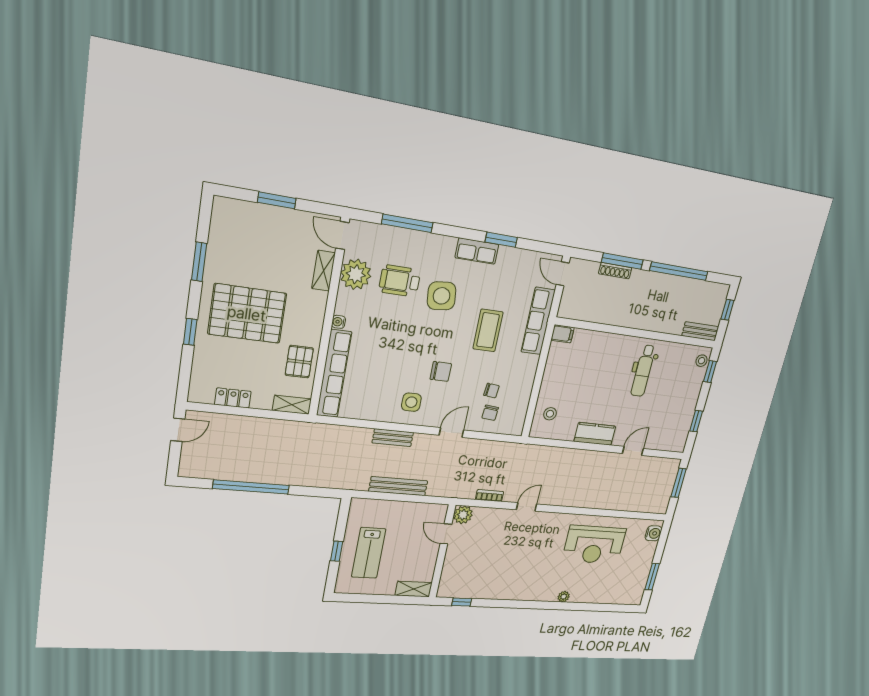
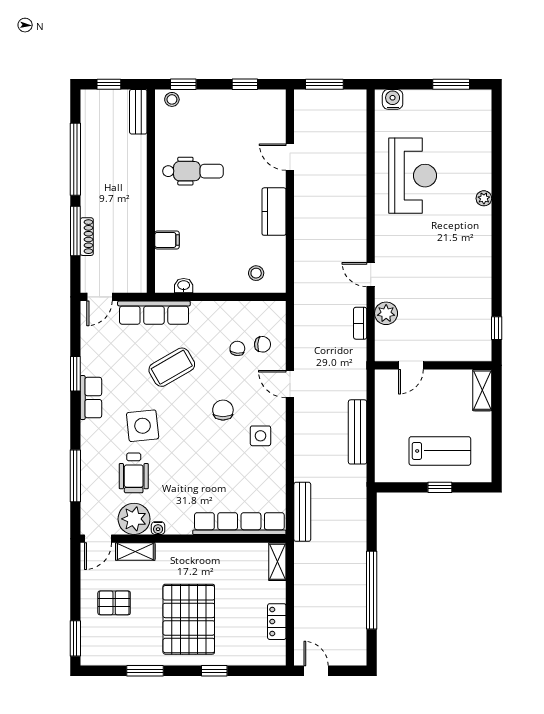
window: (277, 200) -> (75, 638), moved
water cooler: (339, 322) -> (158, 528), moved
coffee table: (488, 330) -> (172, 367), turned -30
filing cabinet: (563, 334) -> (167, 240), moved, turned 90
washbasin: (555, 351) -> (184, 286), added
pallet: (299, 362) -> (114, 603), moved
bench: (393, 438) -> (302, 512), moved, width x1.36
plant: (463, 515) -> (386, 313), moved

